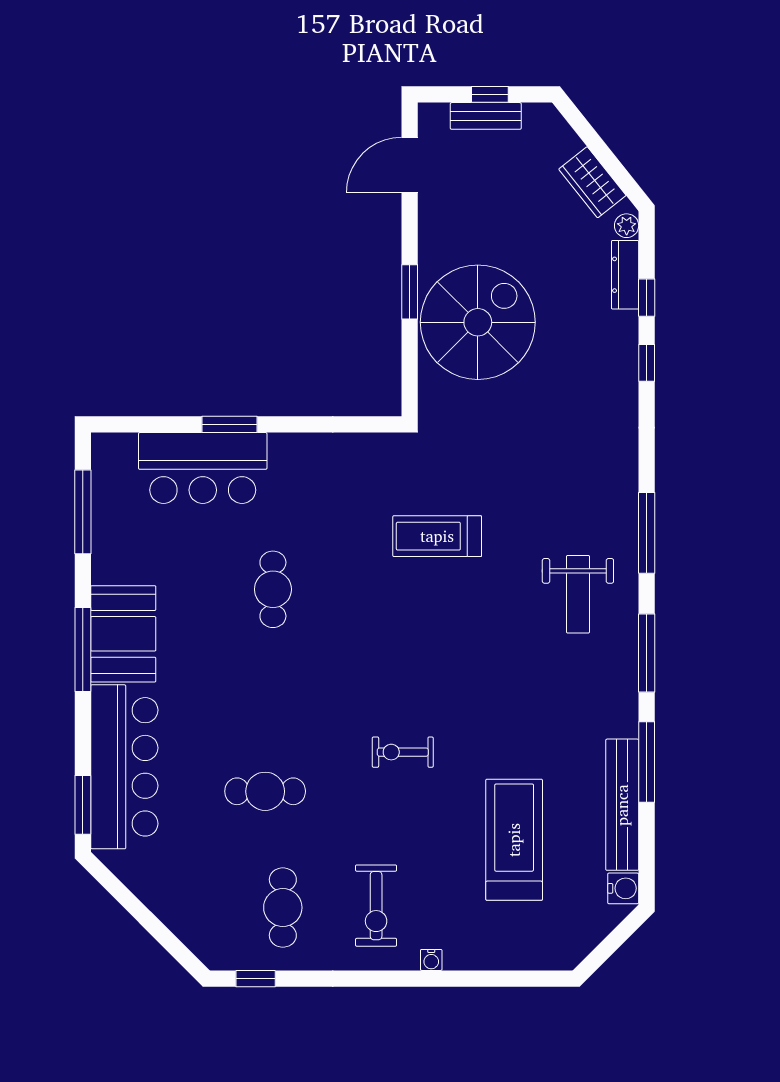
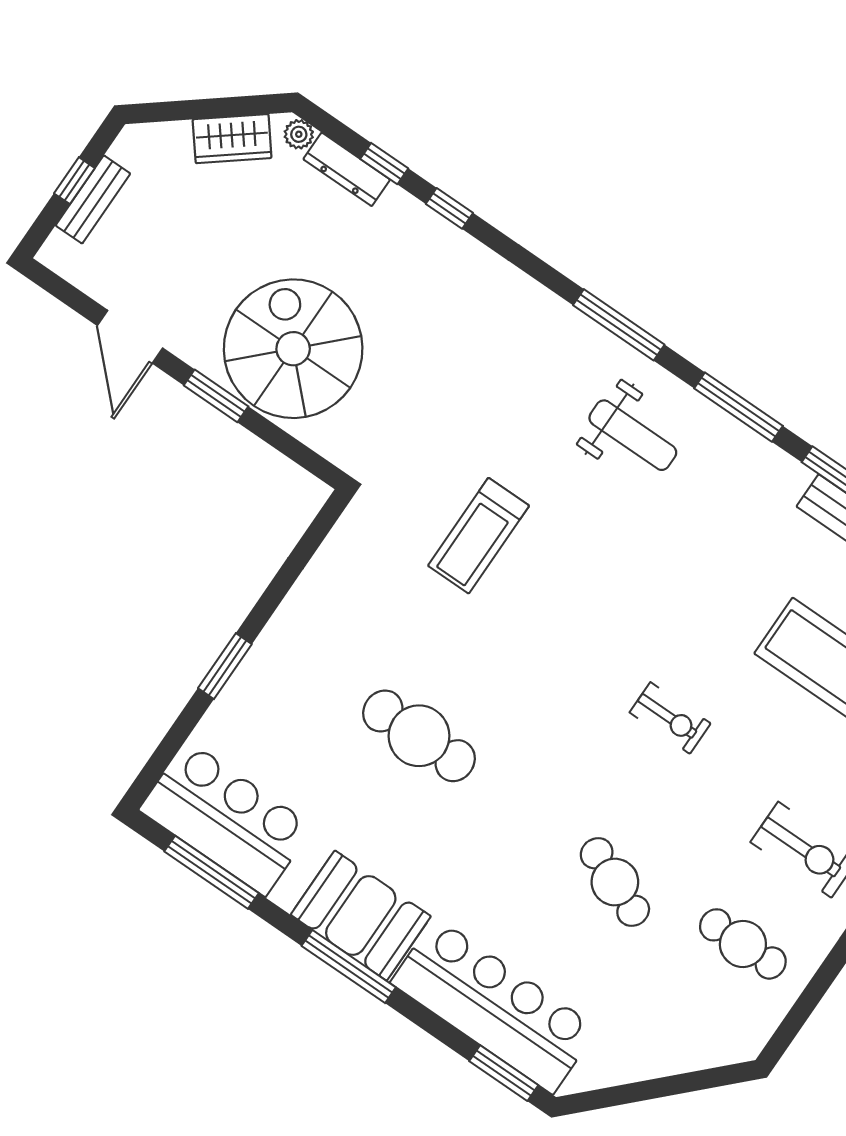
door: (410, 165) -> (130, 337), moved
bar counter: (203, 468) -> (226, 818), moved, turned -90
cafe table: (273, 589) -> (419, 736), width x1.37, depth x1.35
exercise bike: (403, 752) -> (670, 718), turned -90
cafe table: (265, 791) -> (615, 882), turned -67
window: (256, 979) -> (795, 1020), removed

